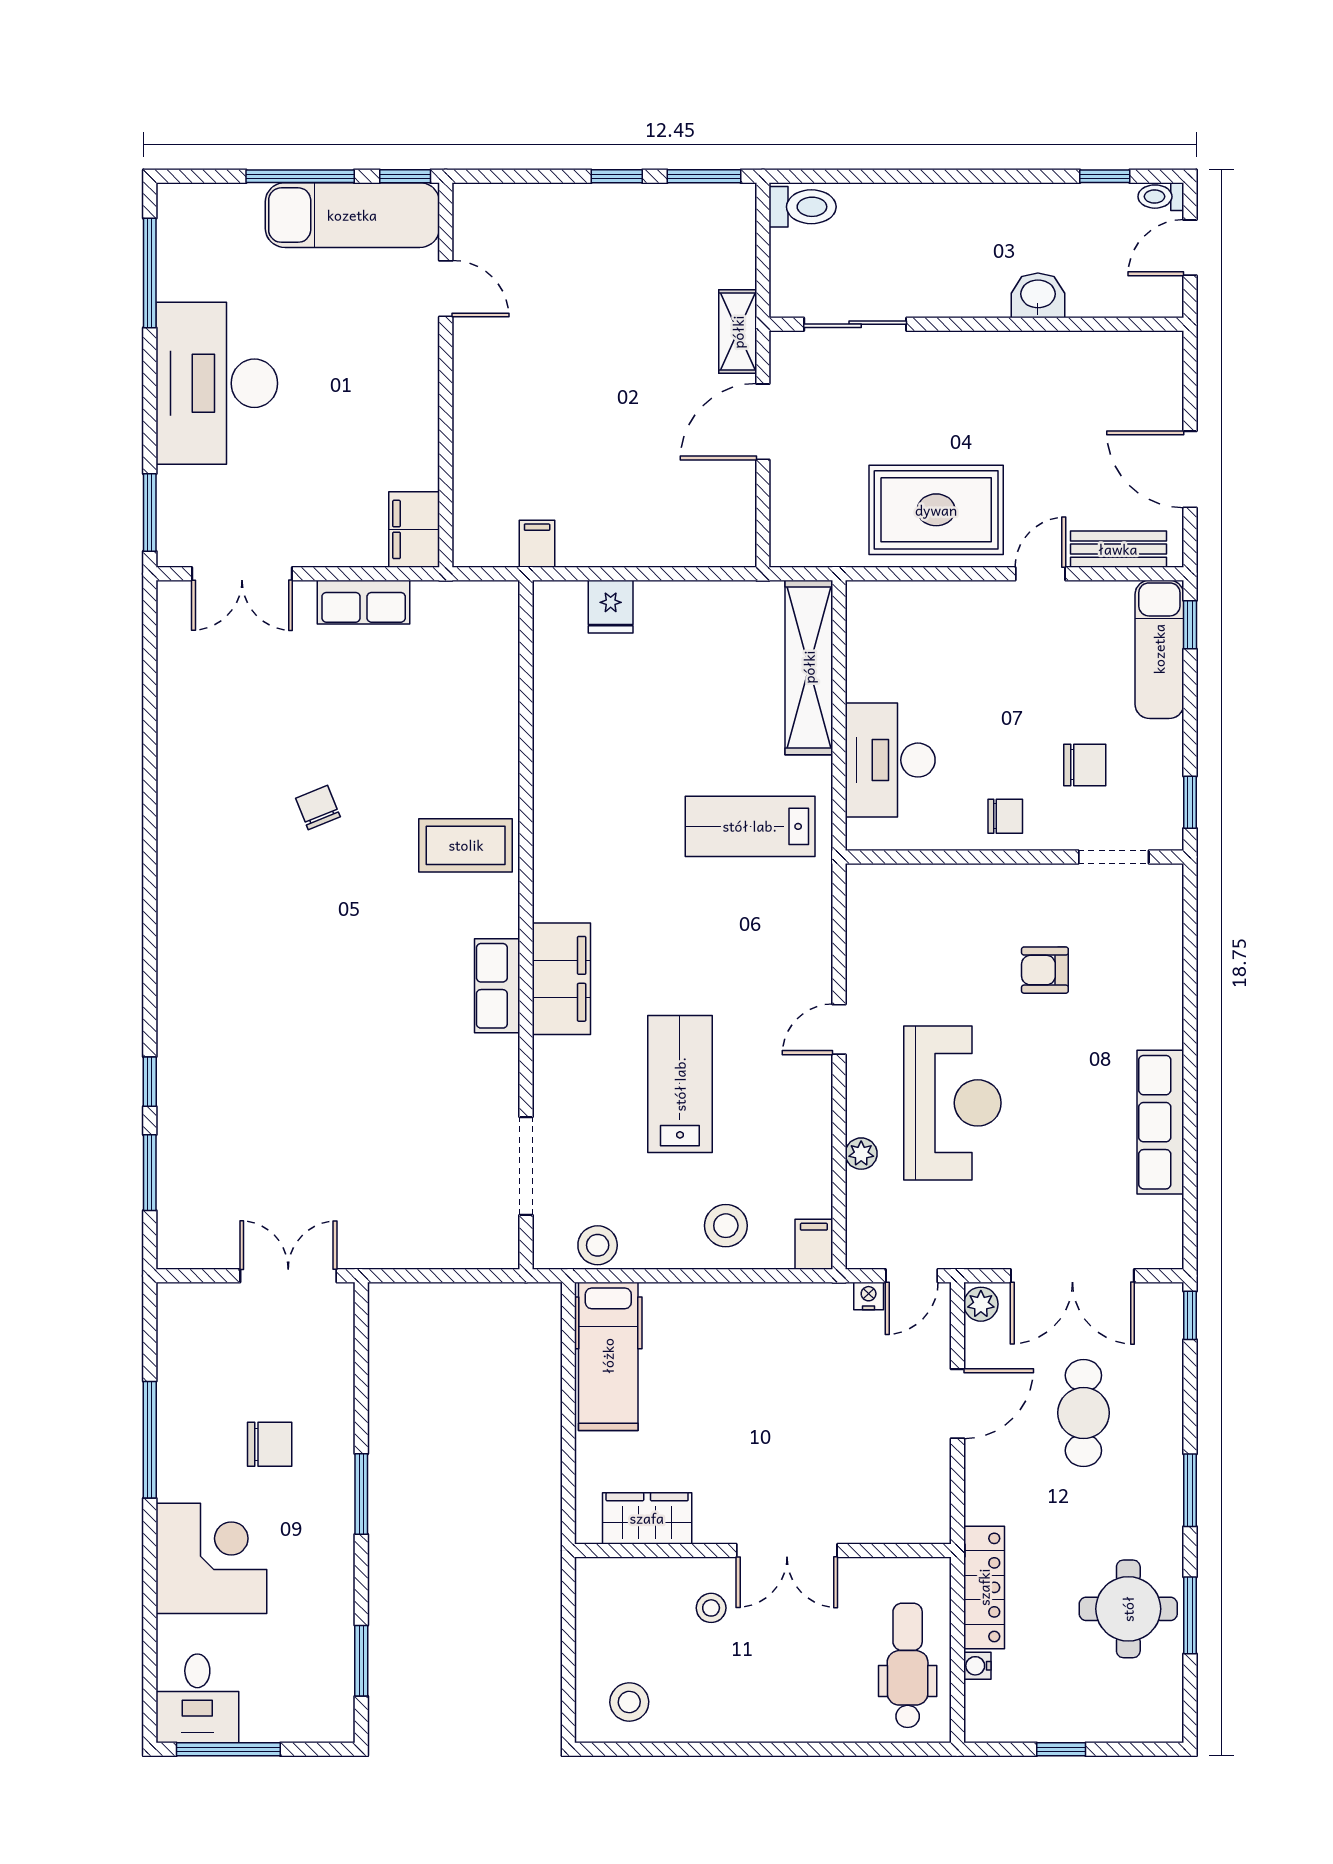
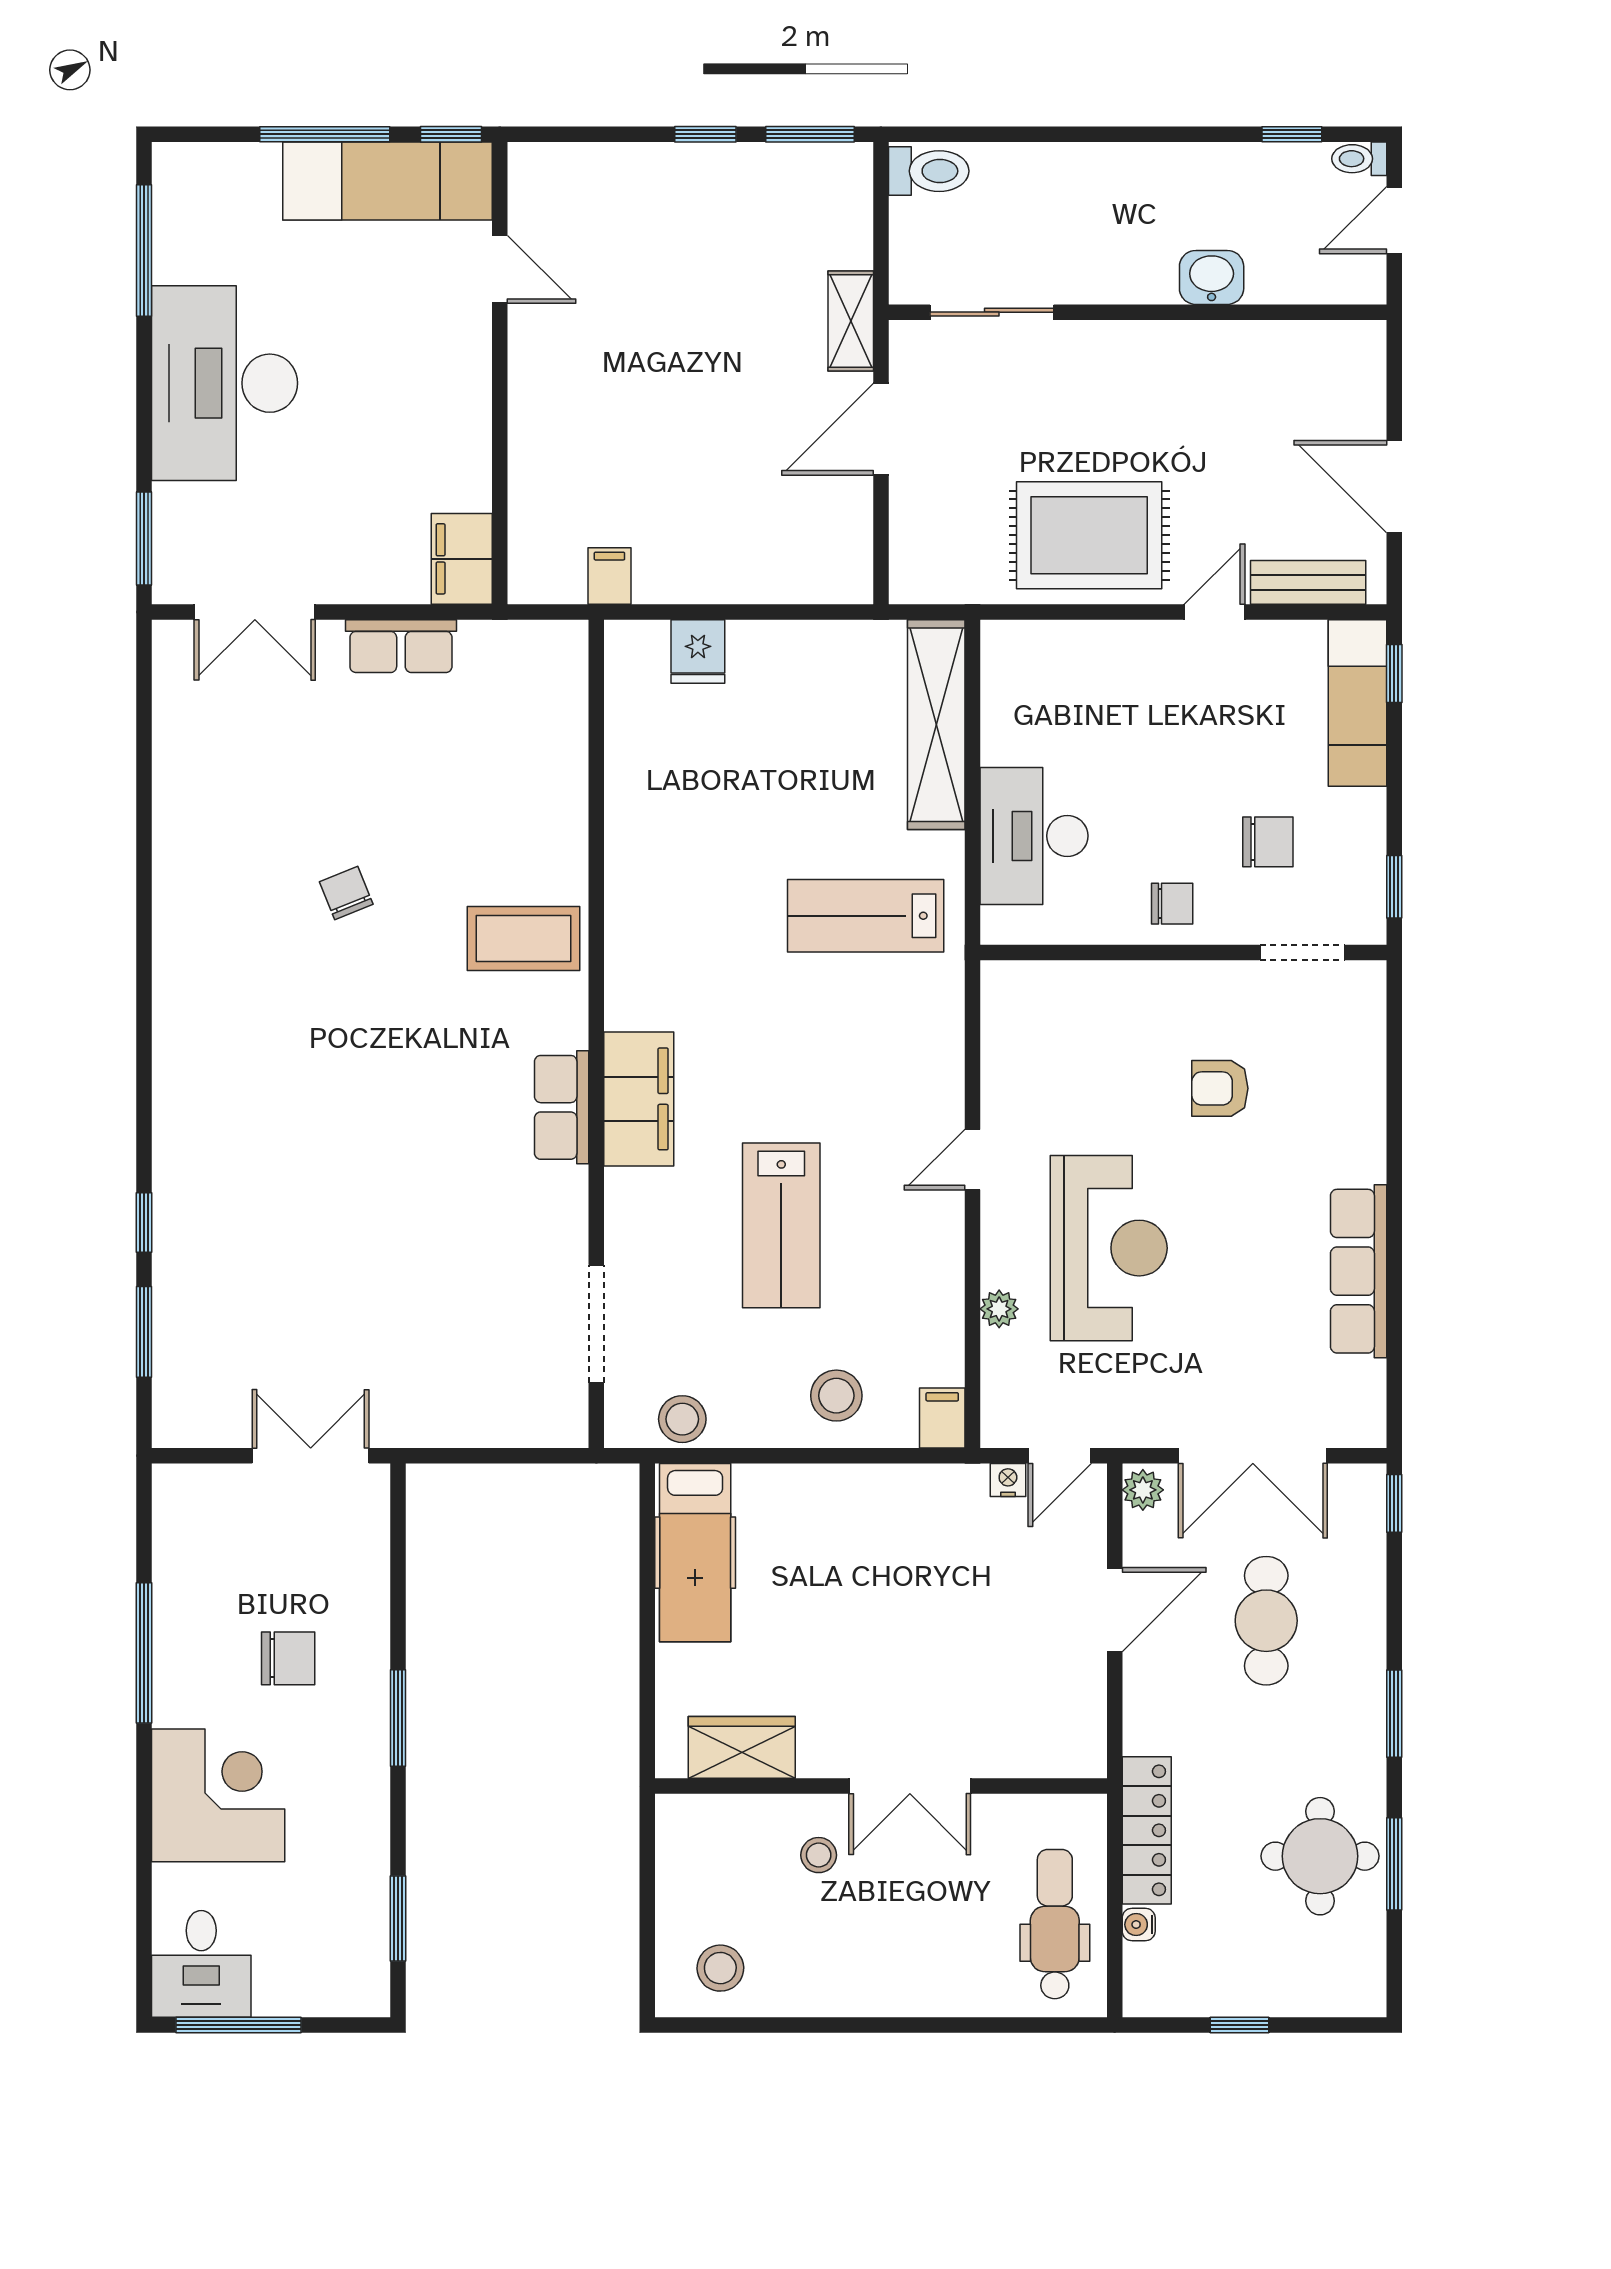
lab bench: (680, 1084) -> (781, 1225), turned 180

